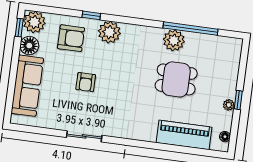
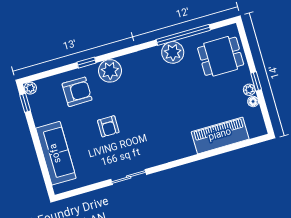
plant: (34, 22) -> (30, 88), width x0.53, depth x0.53
floor lamp: (29, 46) -> (42, 115), removed
dining table: (176, 79) -> (221, 56), moved
floor lamp: (225, 137) -> (253, 101), moved

